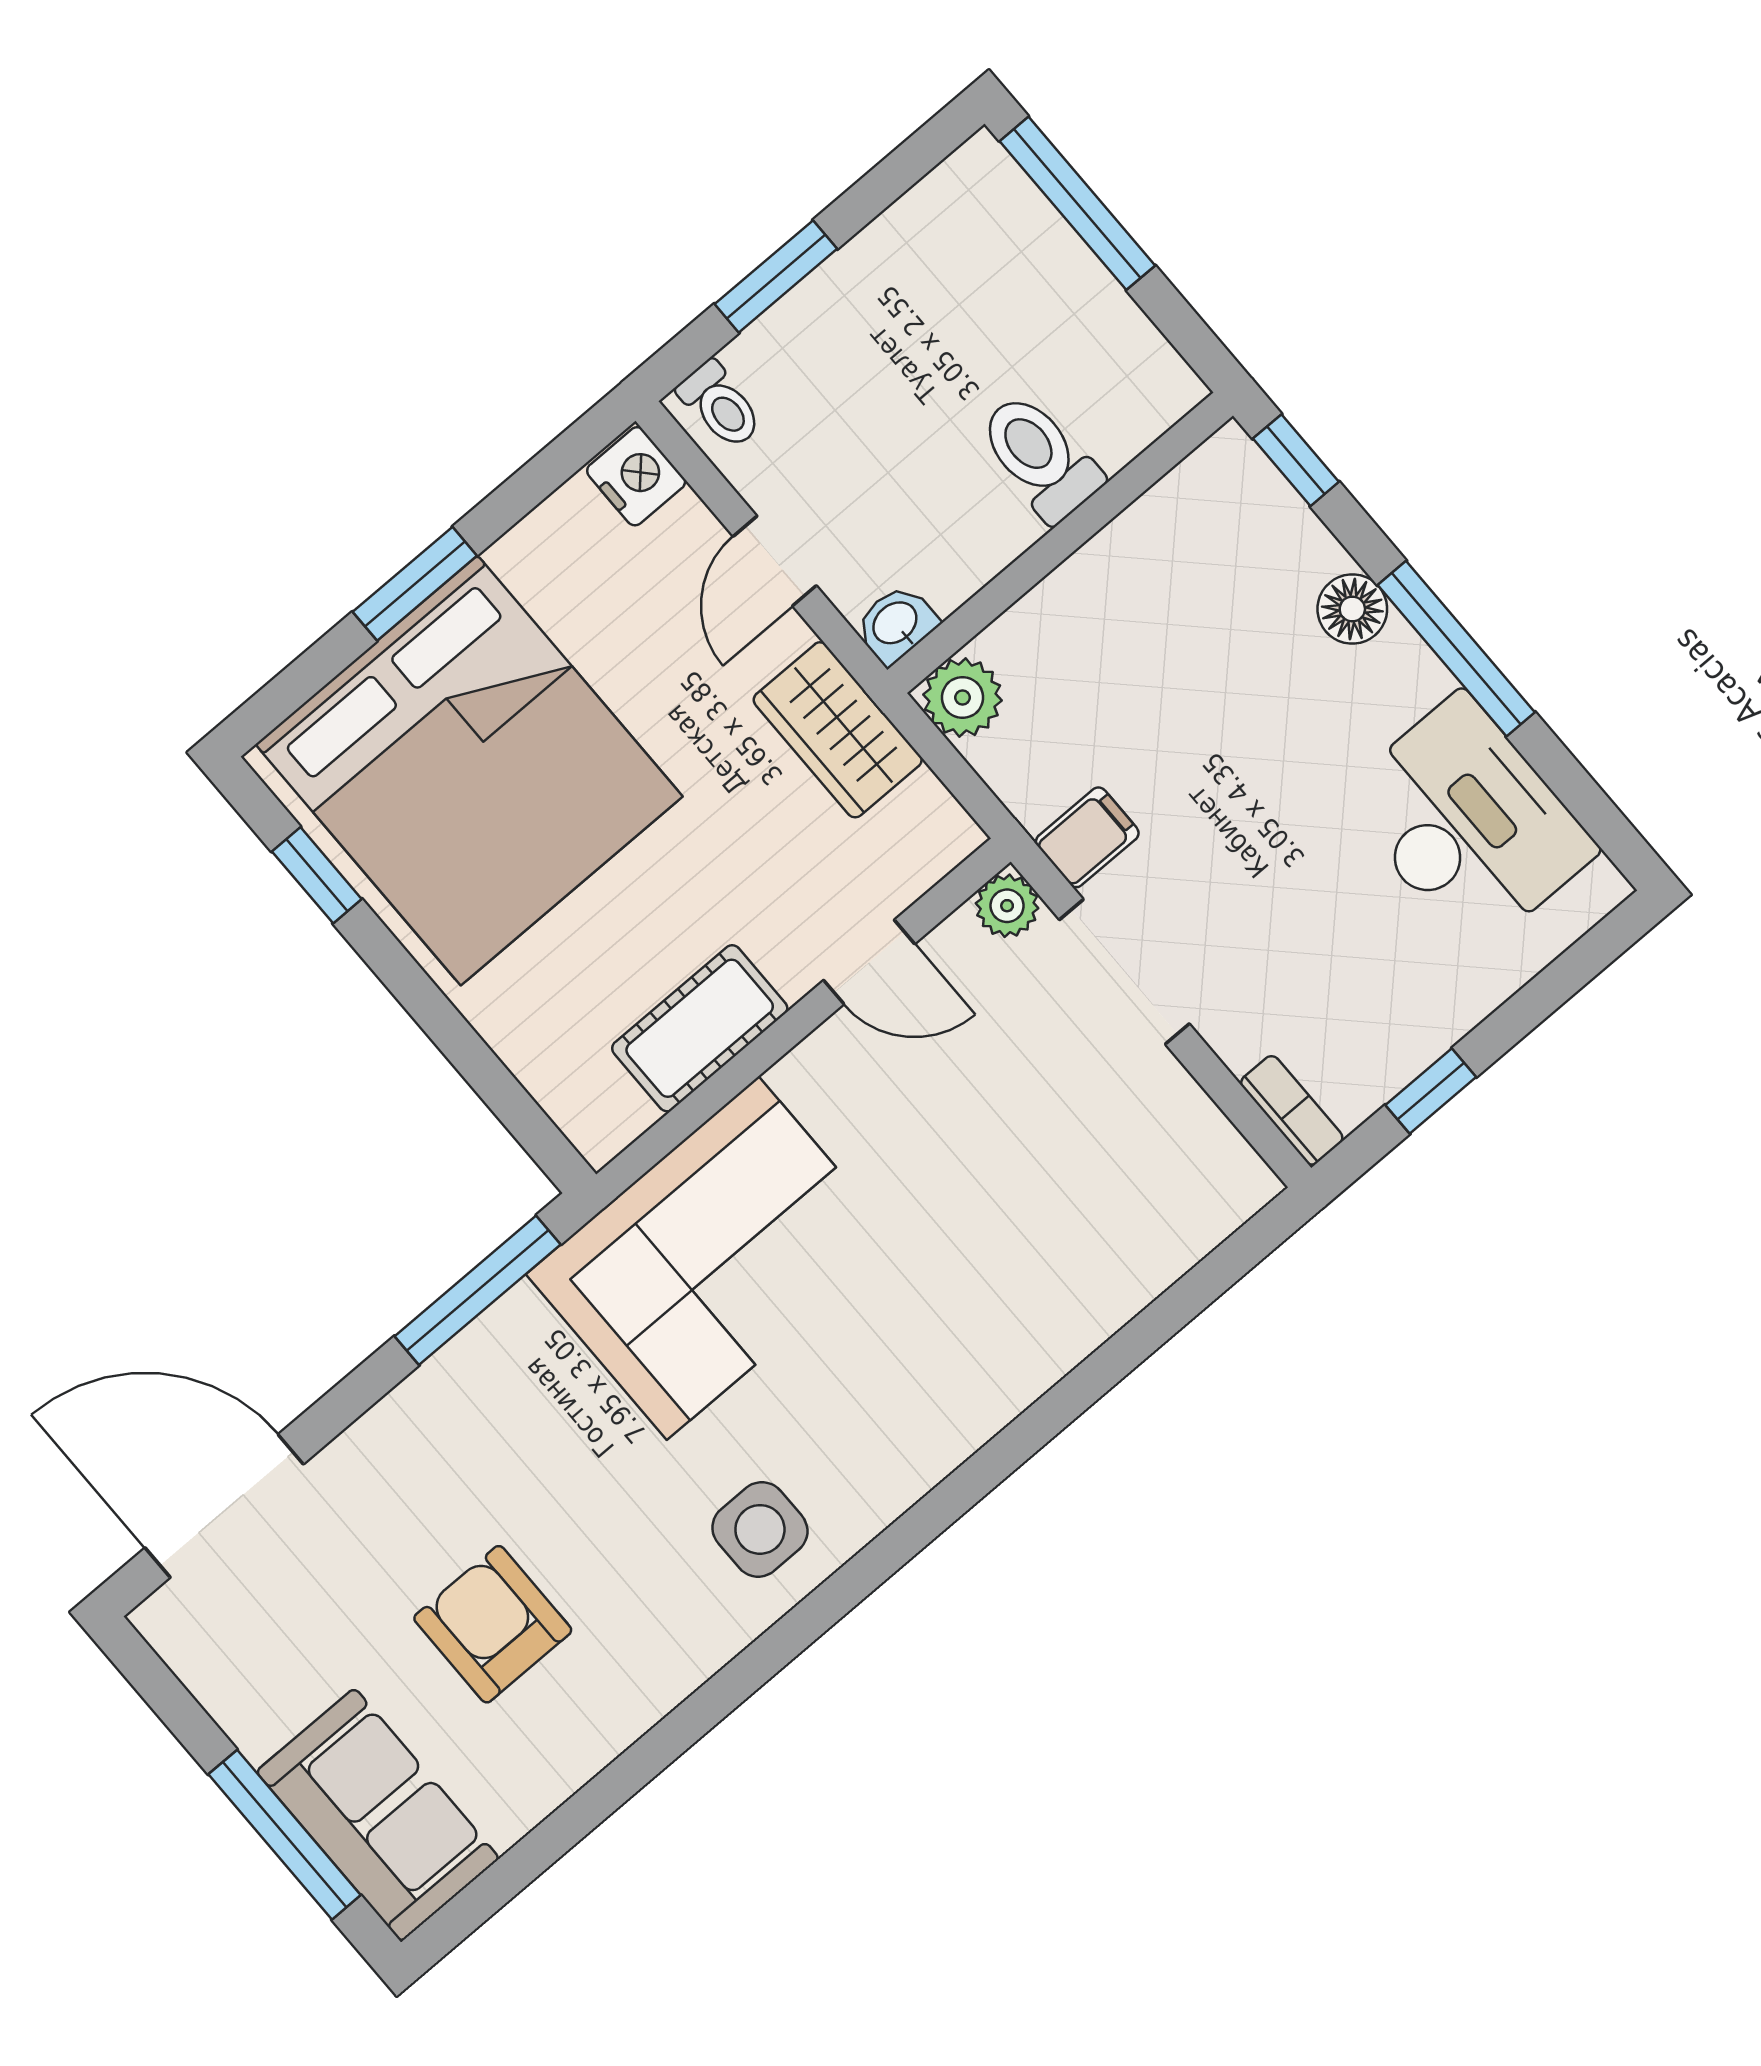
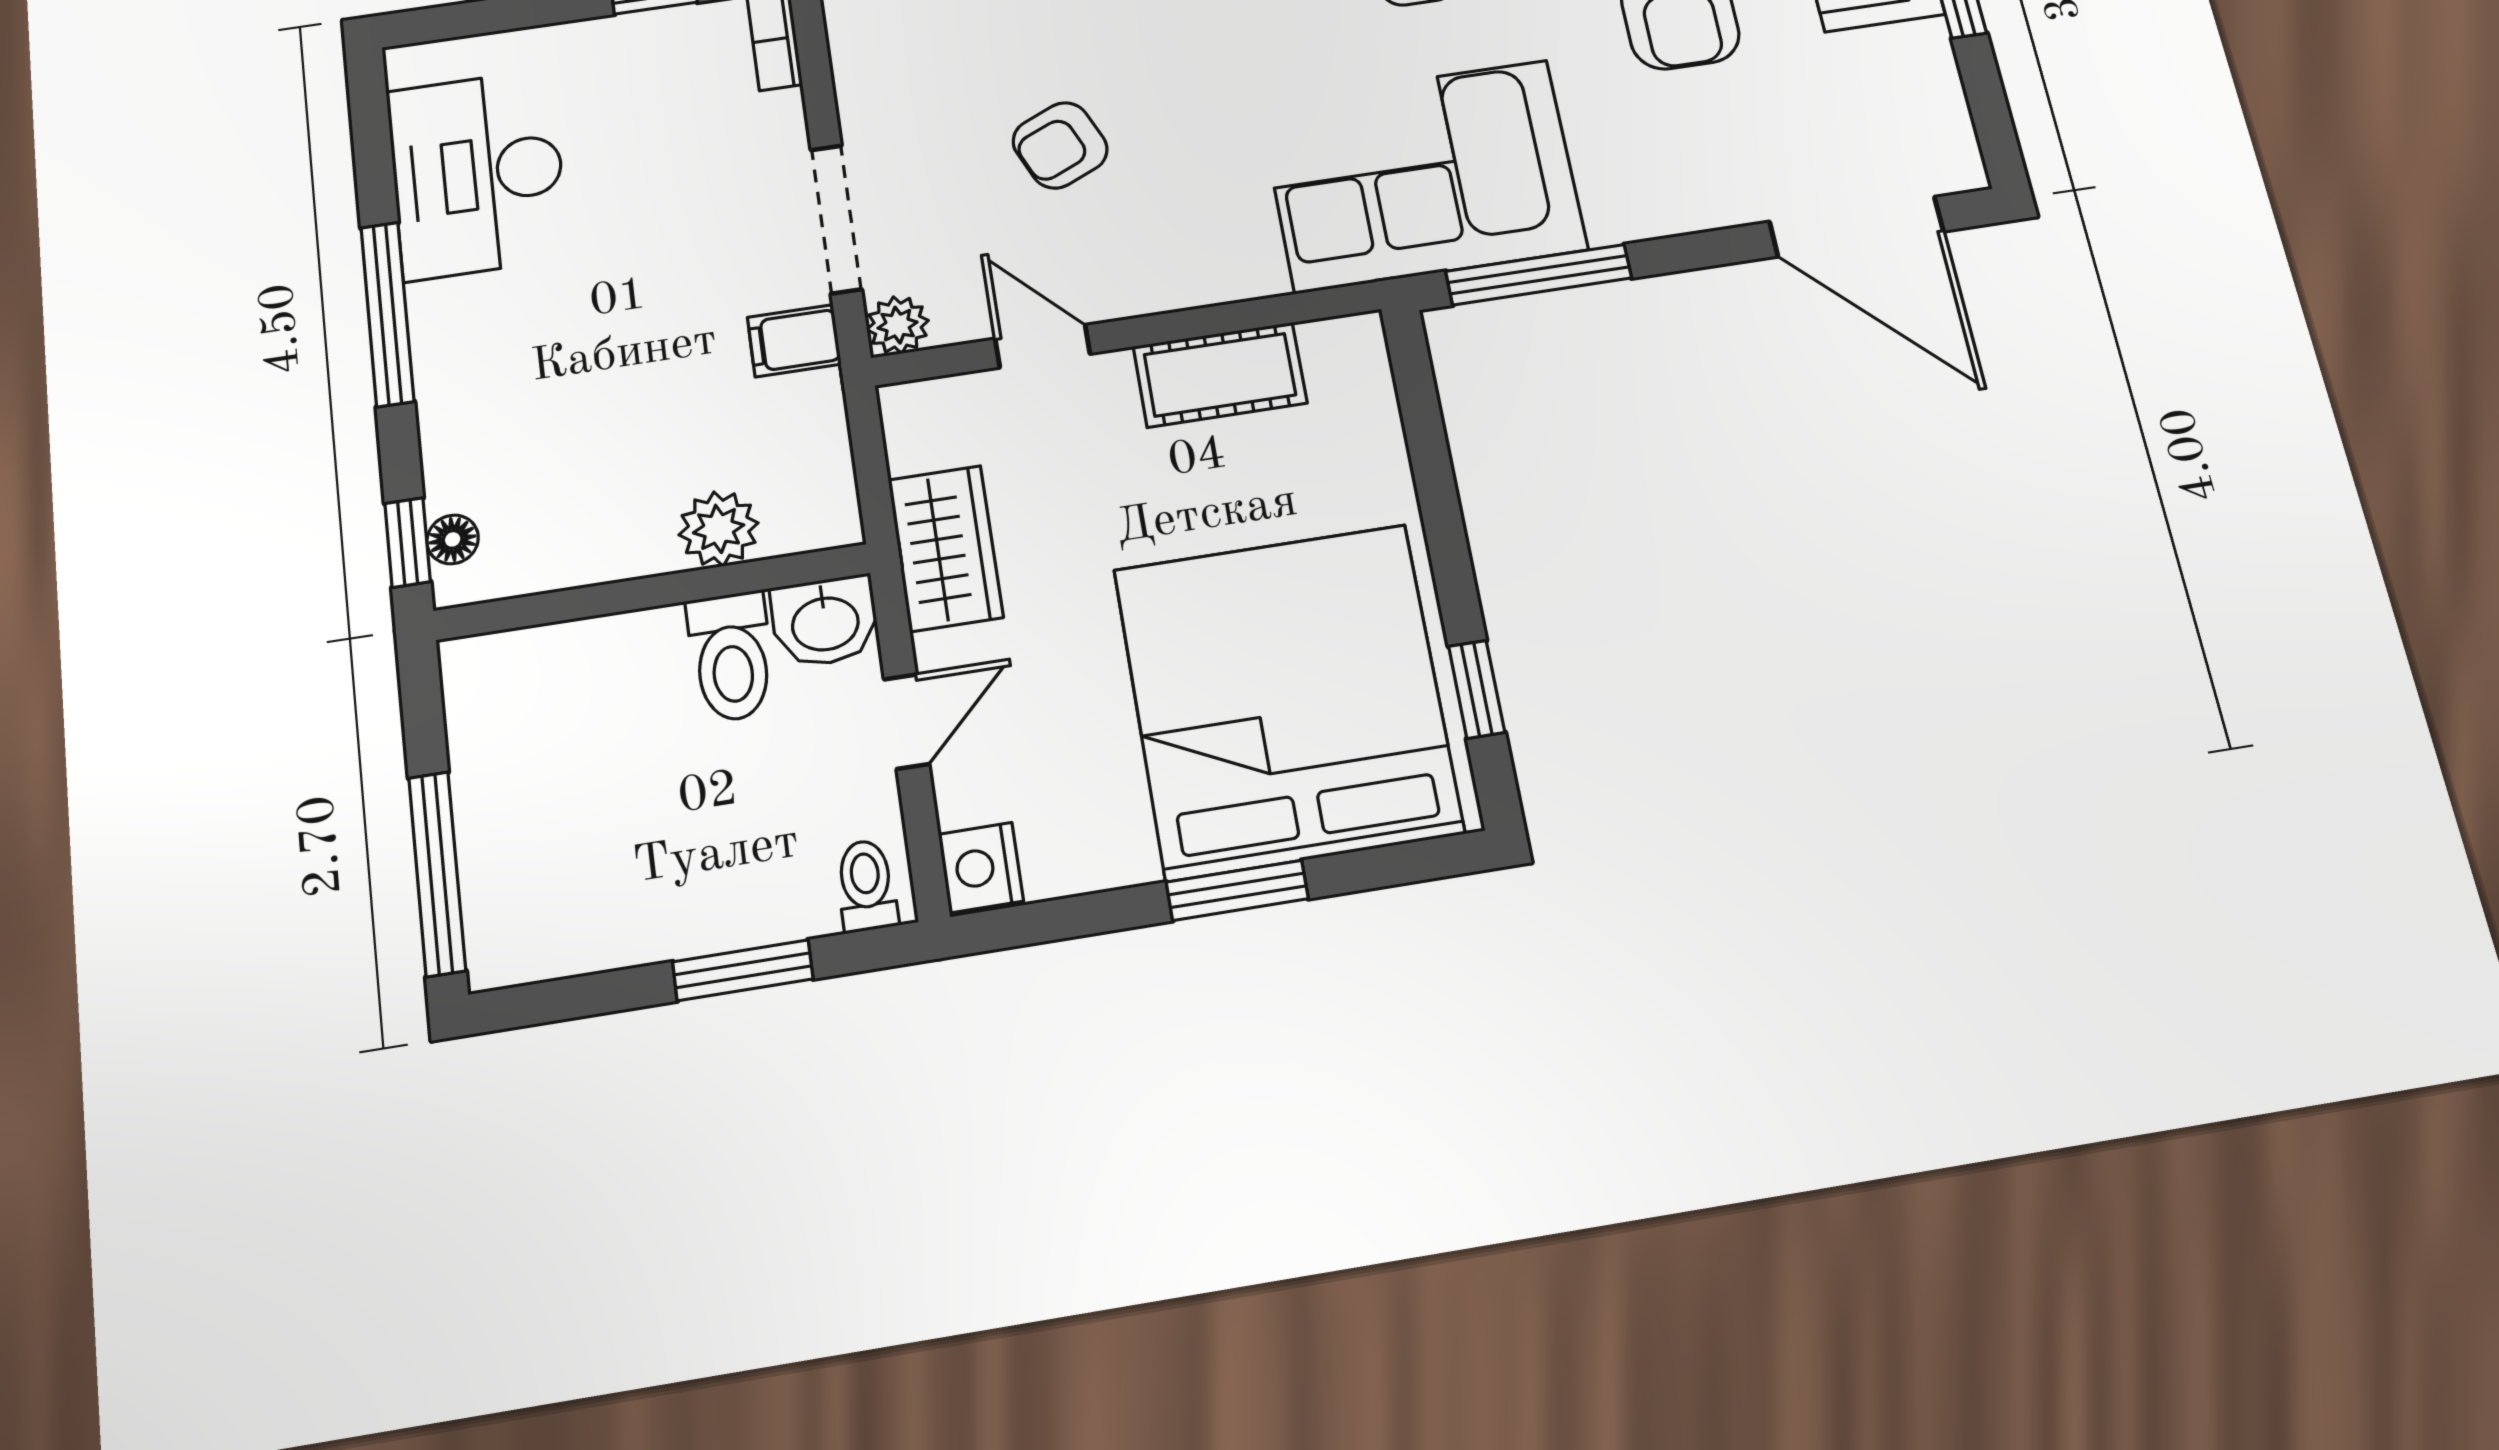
toilet: (1040, 457) -> (731, 657), moved
floor lamp: (1352, 609) -> (453, 539), moved, width x0.73, depth x0.73
washbasin: (896, 624) -> (825, 621), width x1.38, depth x1.45
plant: (962, 698) -> (719, 529), moved
armchair: (972, 1161) -> (1060, 145), added
corner sofa: (713, 1258) -> (1422, 176), moved

